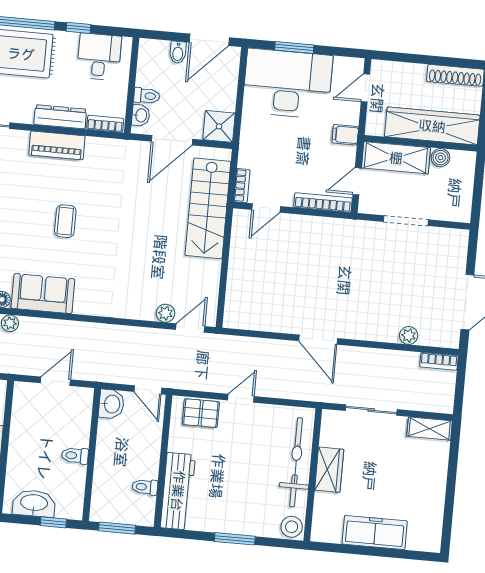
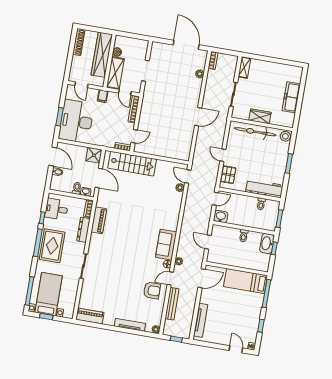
piano: (57, 145) -> (99, 220), moved
door: (266, 208) -> (134, 136), hinge flipped
coffee table: (65, 221) -> (133, 231), removed
washbasin: (34, 503) -> (267, 243), moved

